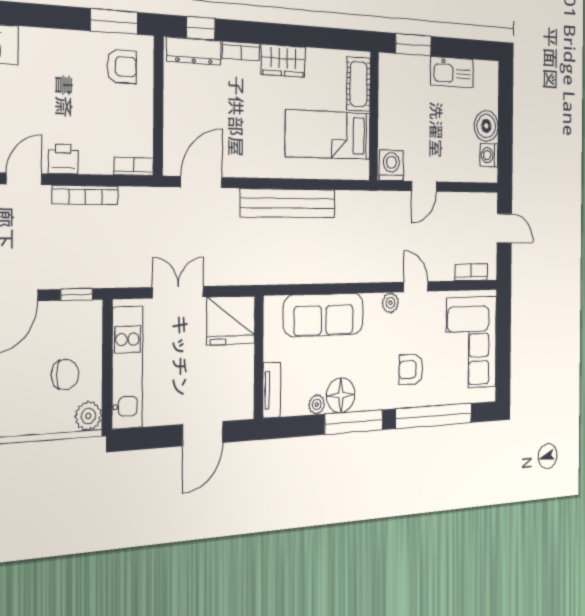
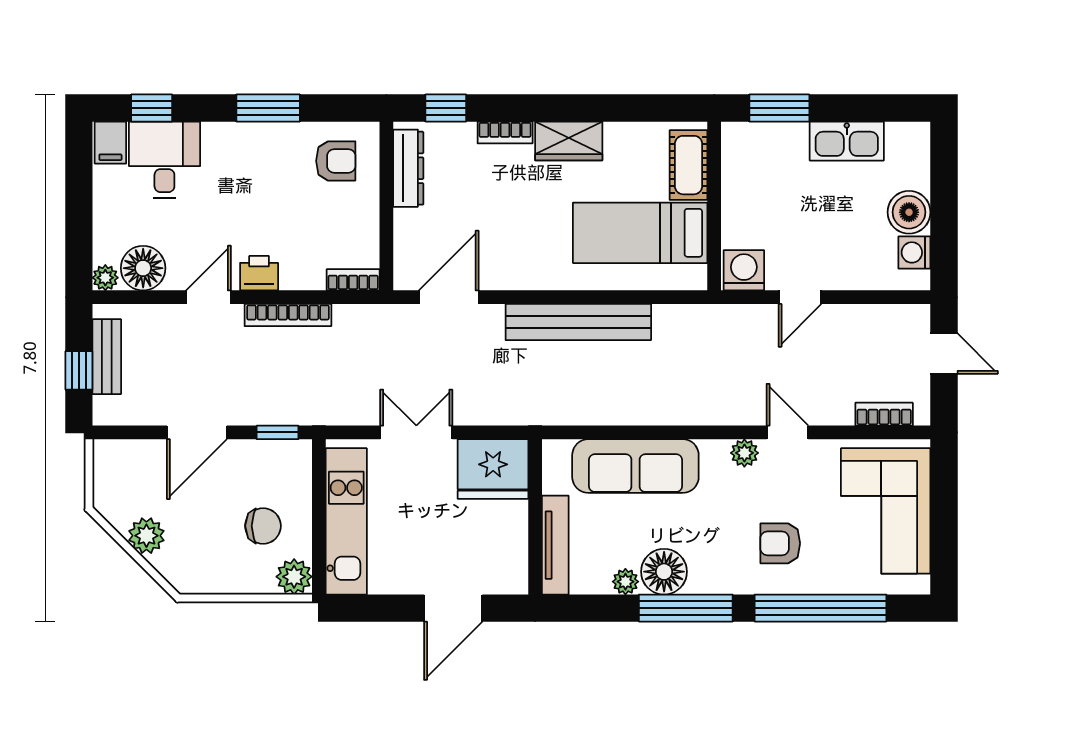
window: (114, 22) -> (268, 108), moved
dresser: (194, 51) -> (408, 168), moved, turned -90
tv unit: (272, 390) -> (555, 545), width x1.41

